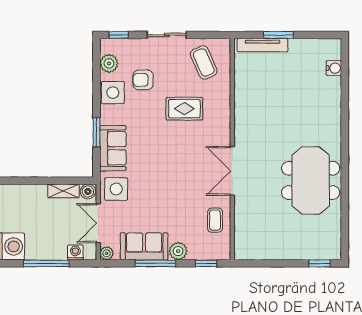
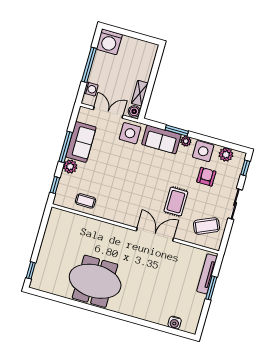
double door: (232, 171) -> (155, 235), moved
plant: (107, 253) -> (186, 141), moved

